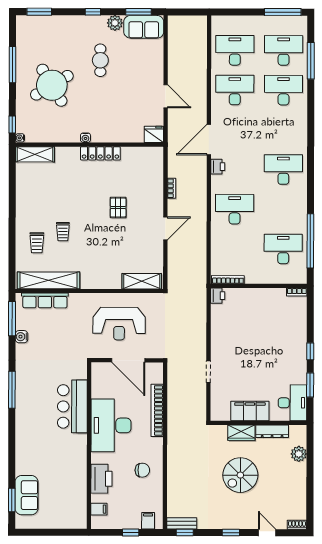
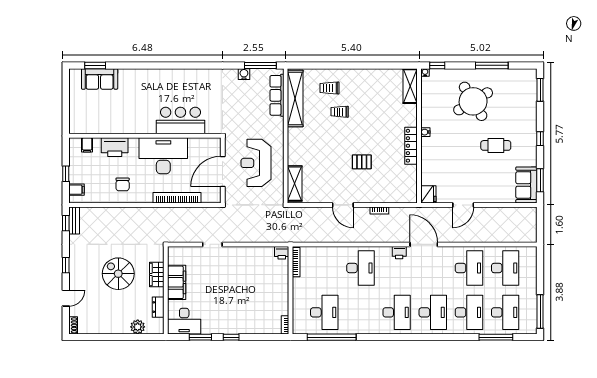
plant: (115, 23) -> (530, 159), removed
desk: (283, 130) -> (433, 312), added
window: (12, 390) -> (196, 65), removed
dresser: (272, 431) -> (158, 307), width x0.70

